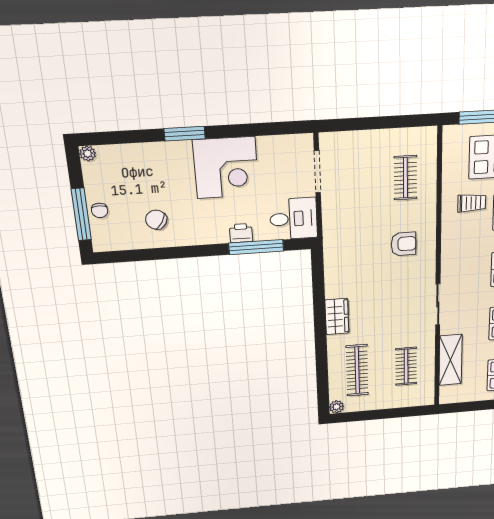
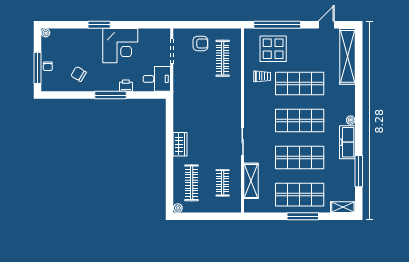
clothes rail: (405, 178) -> (223, 58), width x1.36
armchair: (404, 244) -> (200, 44), moved
window: (256, 247) -> (111, 95), moved

